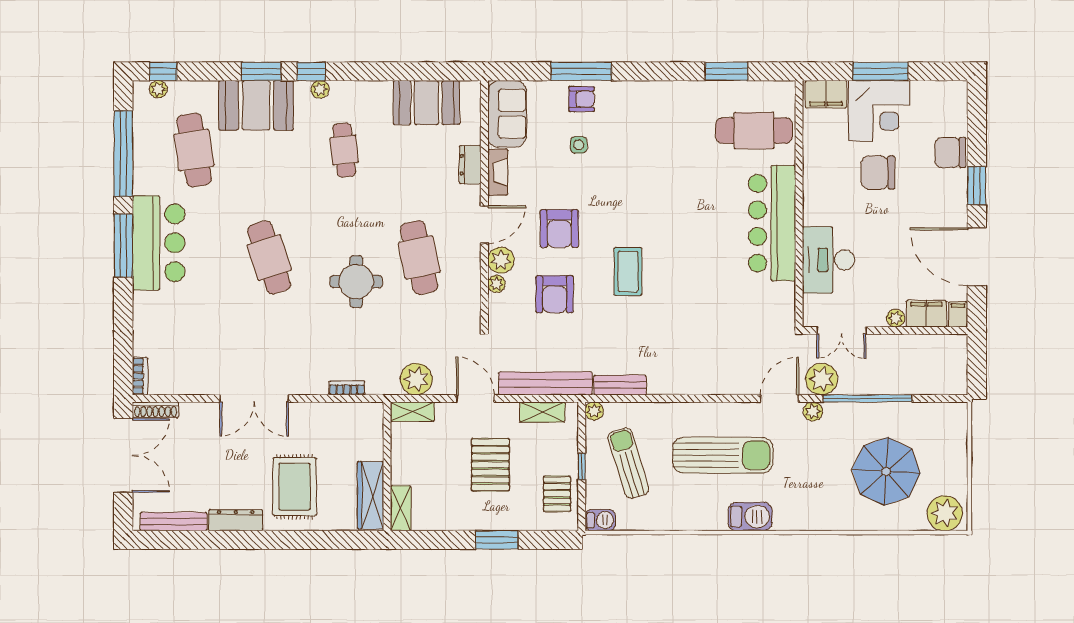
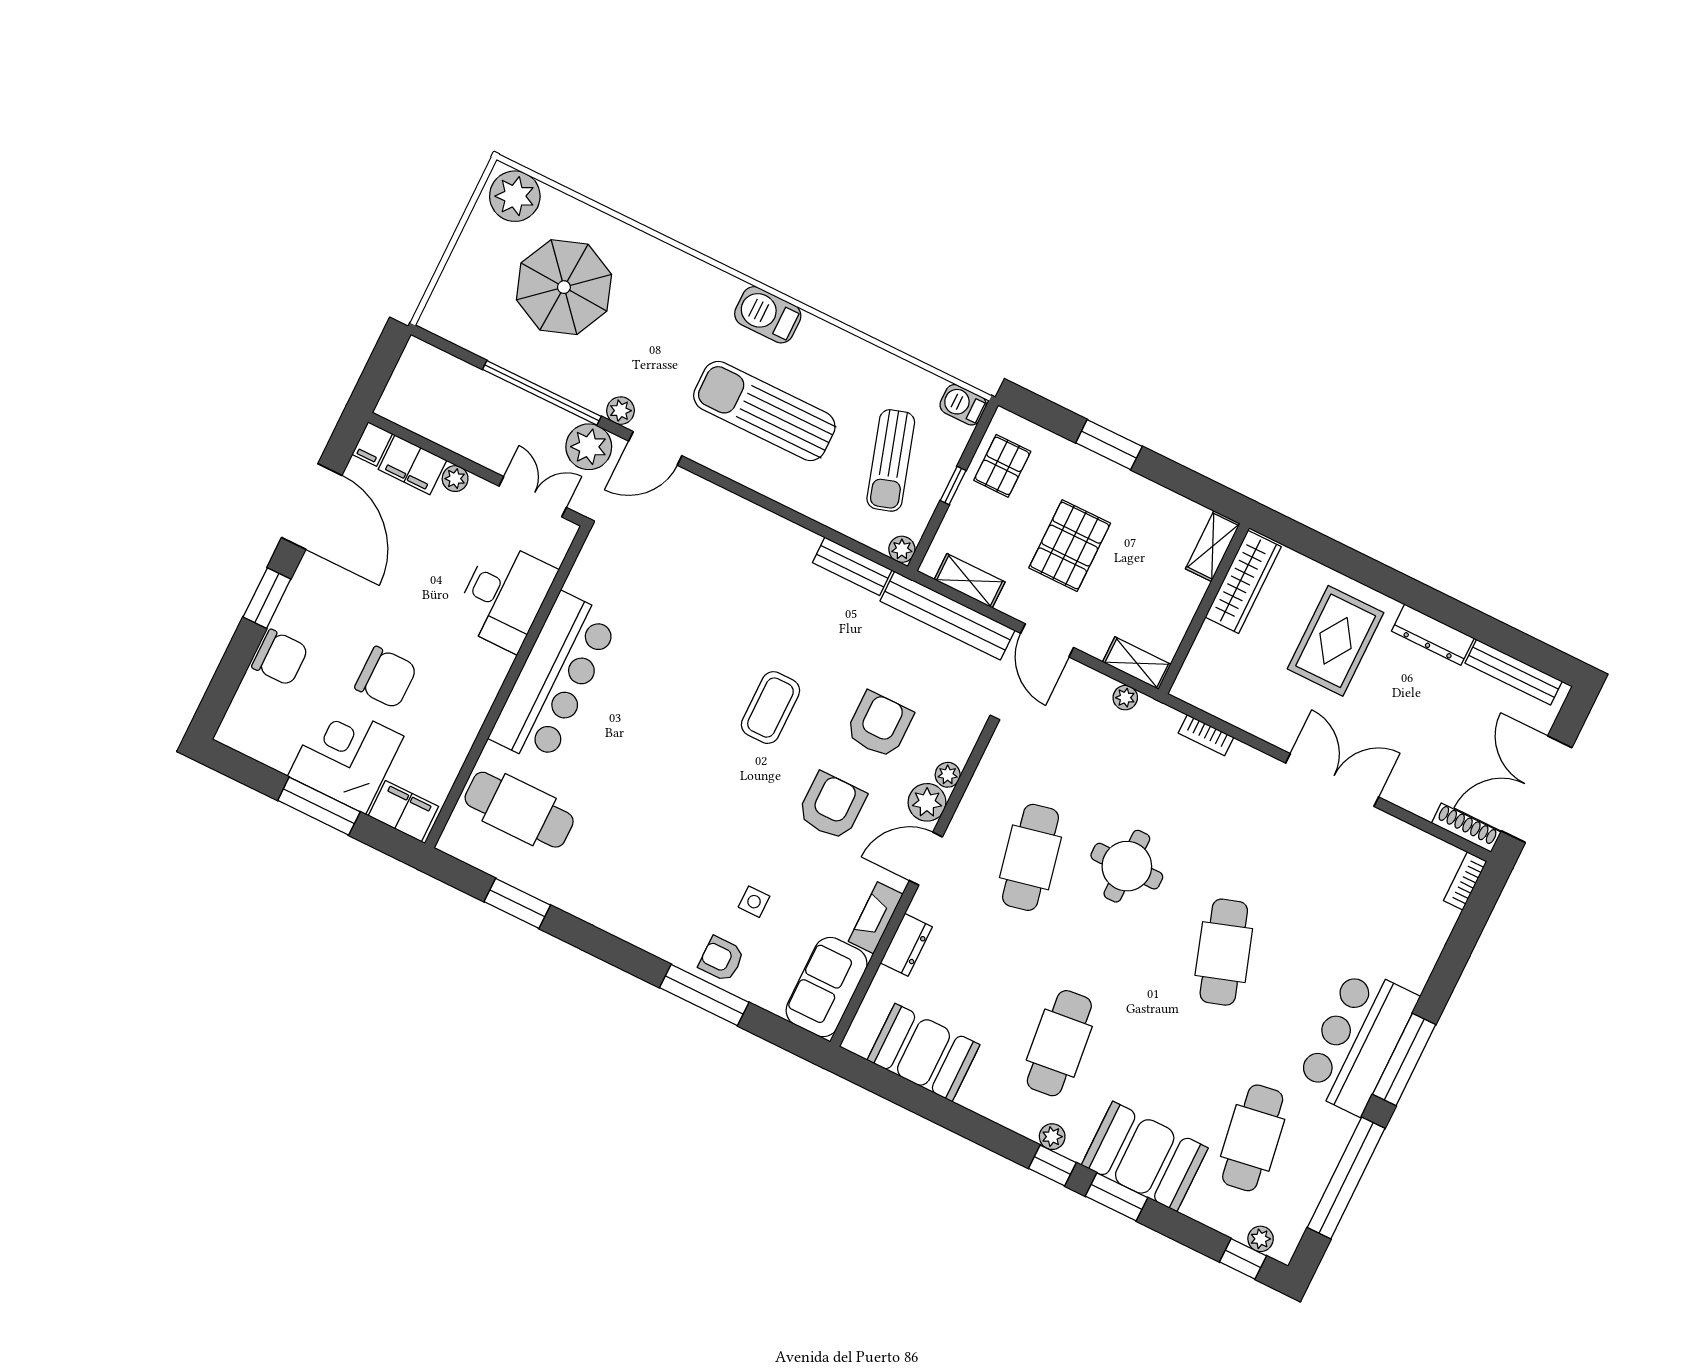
cafe table: (344, 150) -> (1059, 1043), width x1.37, depth x1.35
plant: (416, 379) -> (1125, 698), width x0.53, depth x0.53

